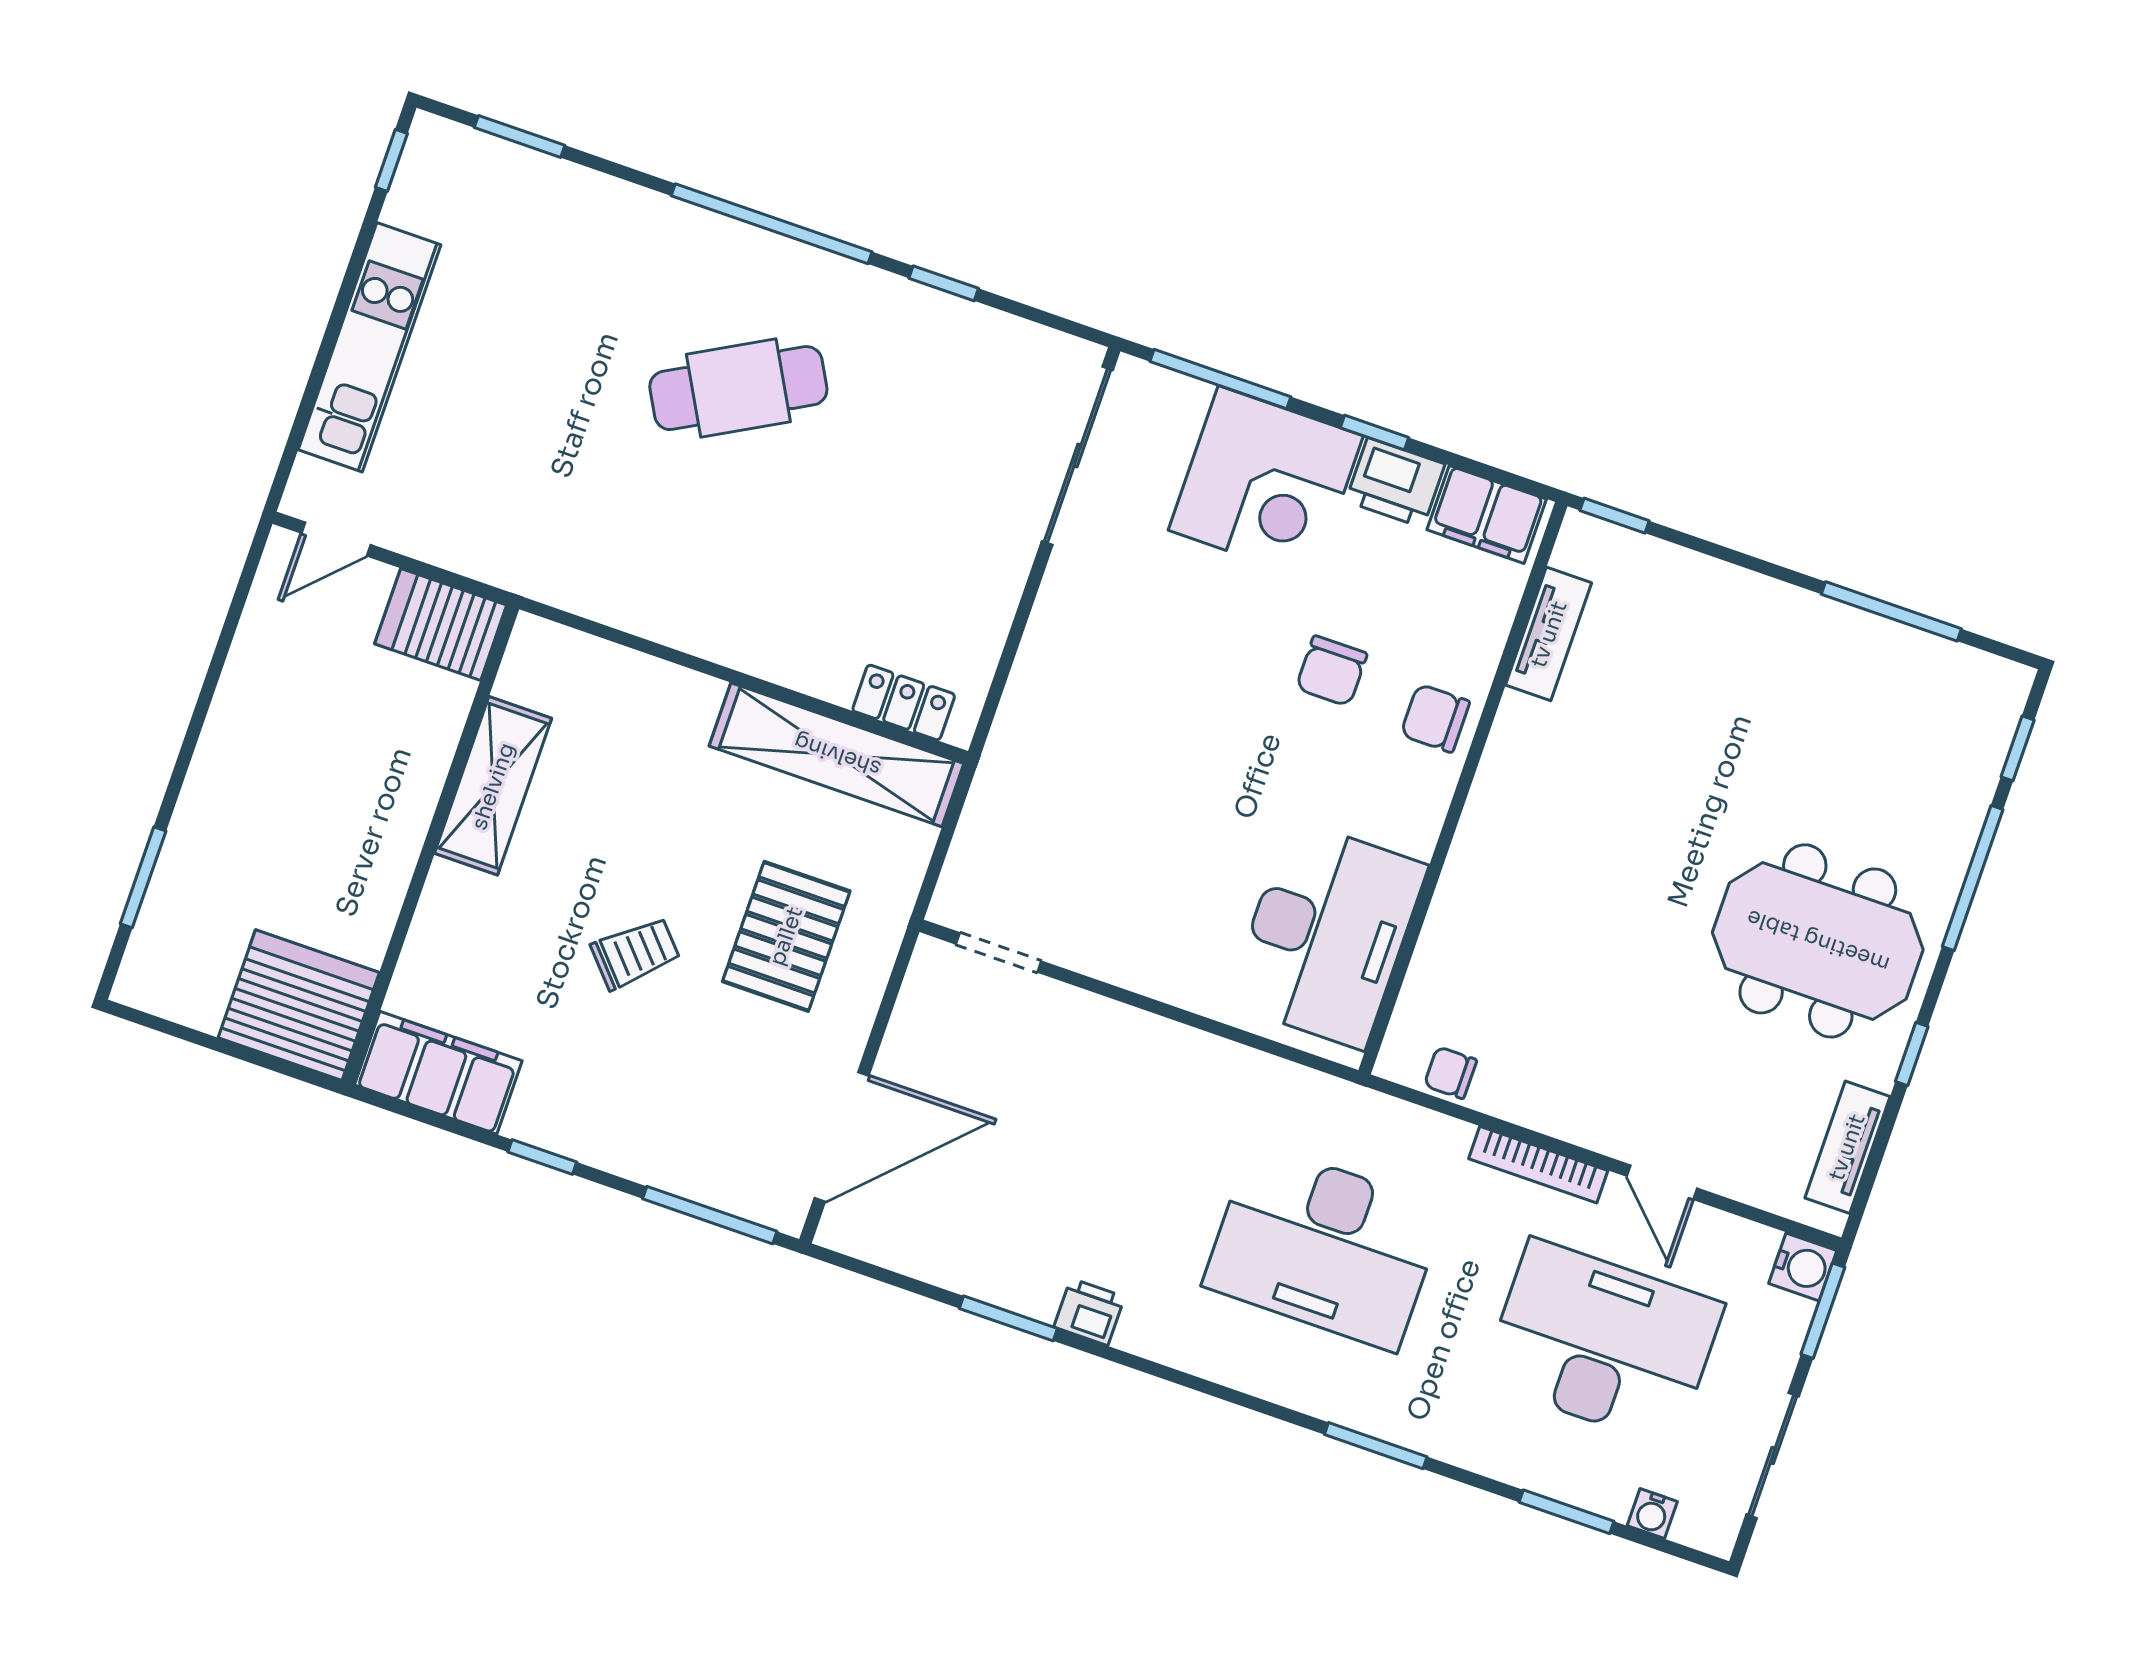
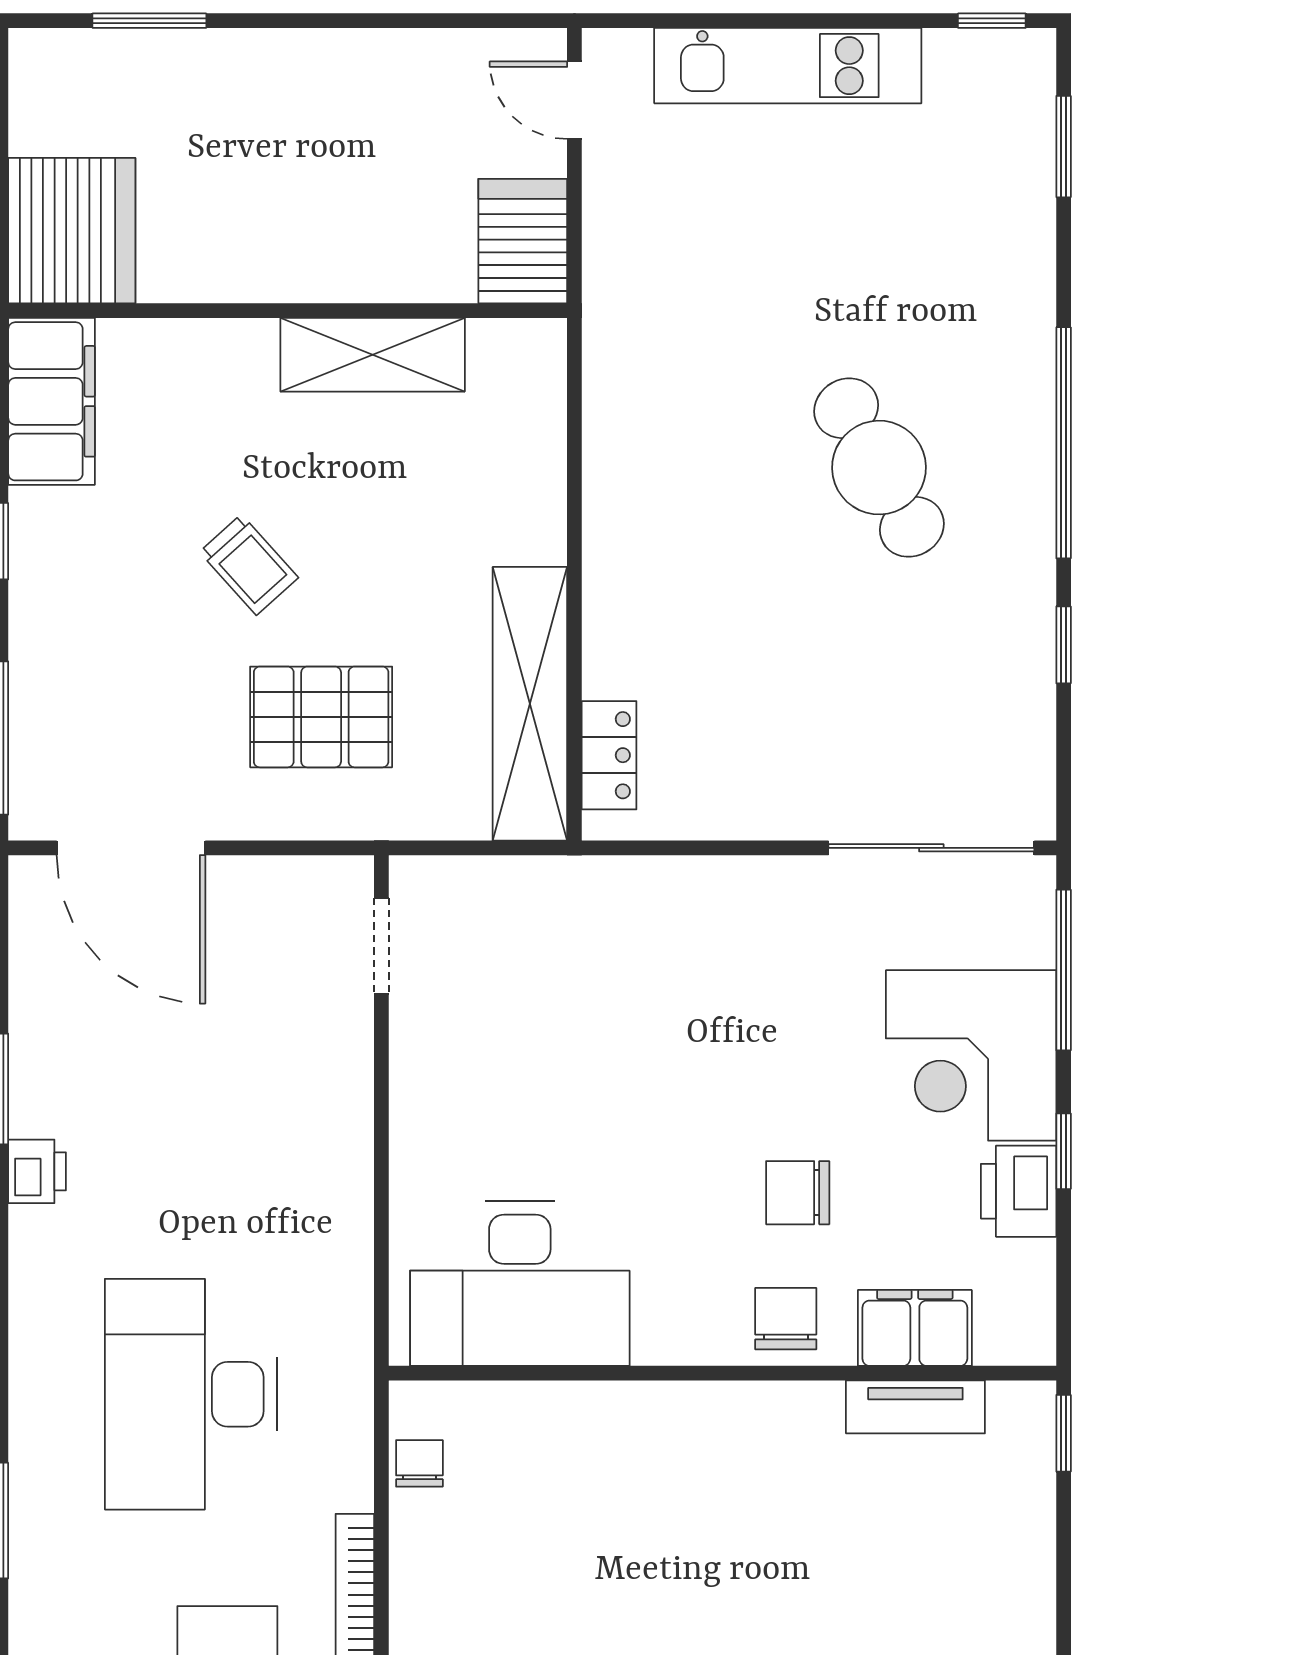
filing cabinet: (1487, 514) -> (915, 1328), moved, turned 90

